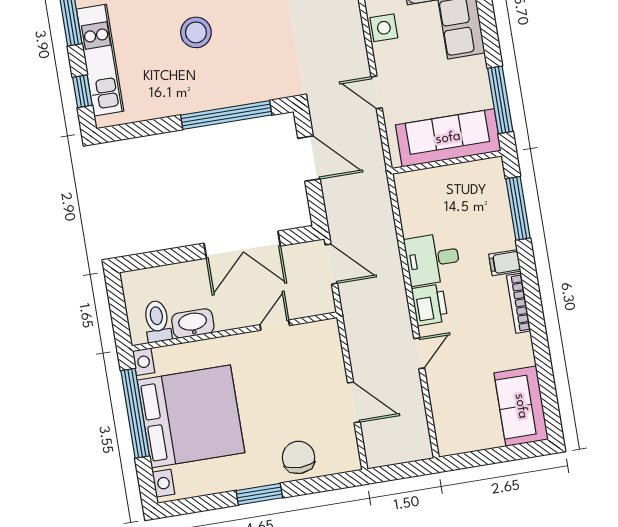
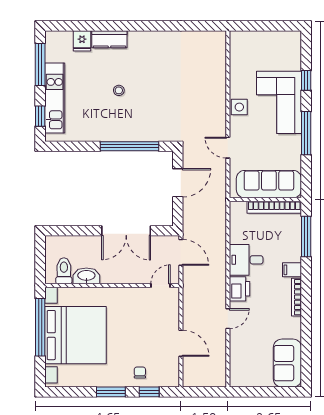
stool: (196, 32) -> (119, 90), width x0.53, depth x0.53
window: (500, 100) -> (306, 133), moved
door: (309, 159) -> (178, 183), hinge flipped
bookcase: (462, 172) -> (274, 207), added
door: (275, 325) -> (161, 286), moved
chair: (298, 457) -> (140, 373), width x0.54, depth x0.54
window: (317, 485) -> (149, 392), added

